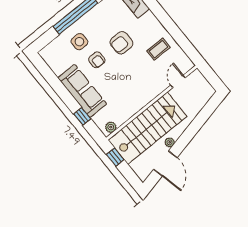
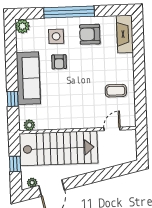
armchair: (121, 43) -> (90, 34), moved
plant: (47, 54) -> (22, 26), added
plant: (170, 142) -> (32, 183), moved
window: (115, 157) -> (15, 164), moved

